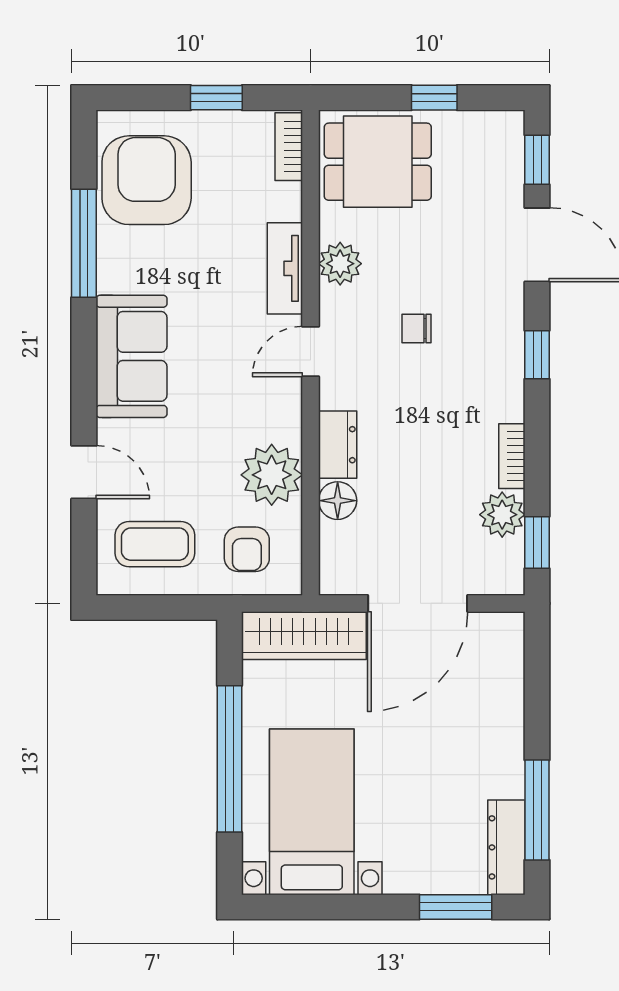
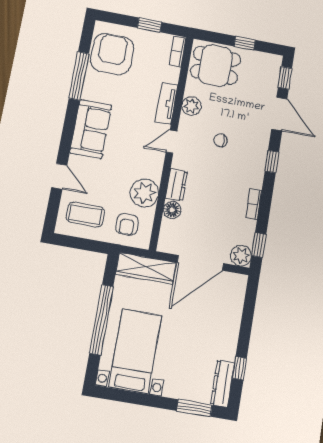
plant: (502, 515) -> (241, 256), moved
window: (537, 810) -> (239, 368), width x0.46

